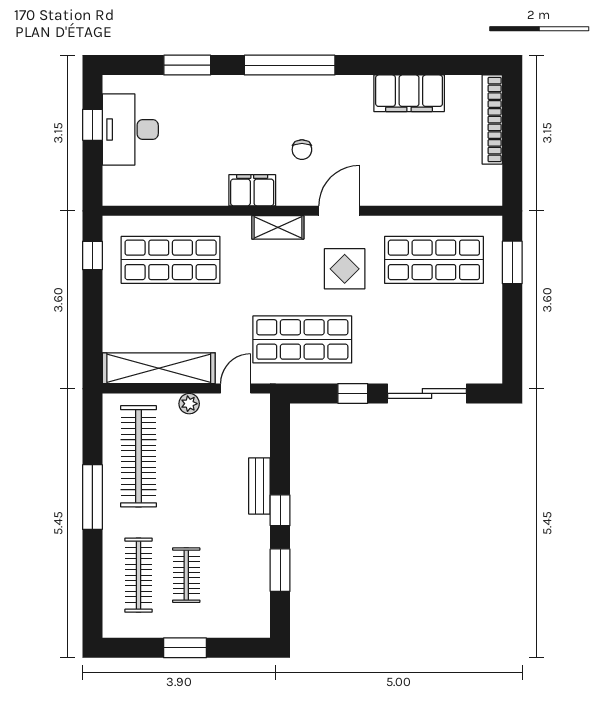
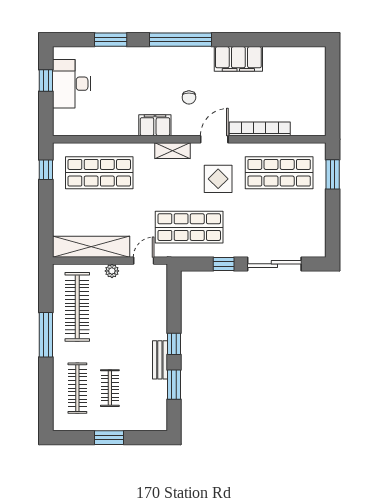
filing cabinet: (409, 93) -> (238, 59), moved
bookcase: (492, 120) -> (260, 129), moved, turned 90
bench: (259, 486) -> (160, 360), moved

